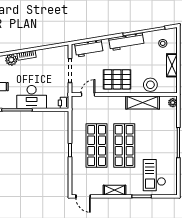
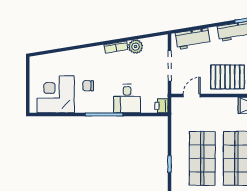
plant: (11, 60) -> (136, 47), moved
desk: (32, 97) -> (127, 99), width x0.73

